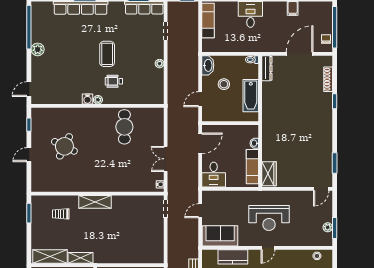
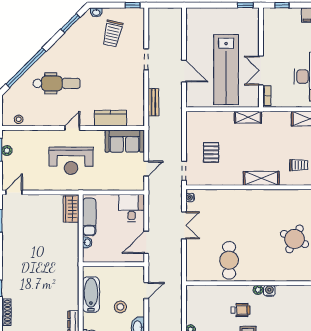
reception desk: (269, 218) -> (71, 161), turned 180
pallet: (141, 226) -> (211, 152), added
shelving: (80, 258) -> (248, 117), moved

